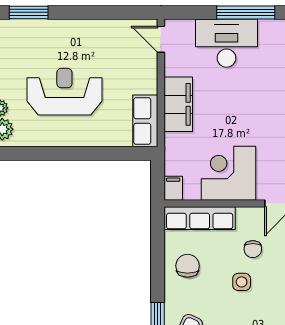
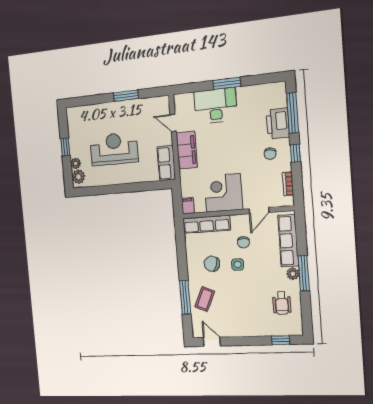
window: (29, 12) -> (126, 96), moved
window: (246, 12) -> (227, 83), width x0.69
door: (161, 39) -> (173, 123), moved
chair: (188, 266) -> (212, 264), moved, turned -72

